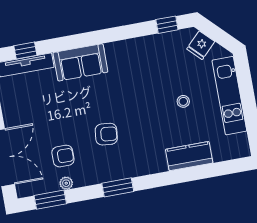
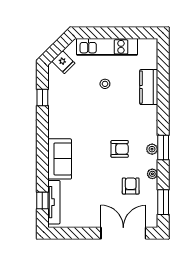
window: (167, 25) -> (42, 97), moved
armchair: (106, 134) -> (120, 149), turned 84
plant: (113, 174) -> (152, 149), added
plant: (66, 183) -> (152, 174), moved

